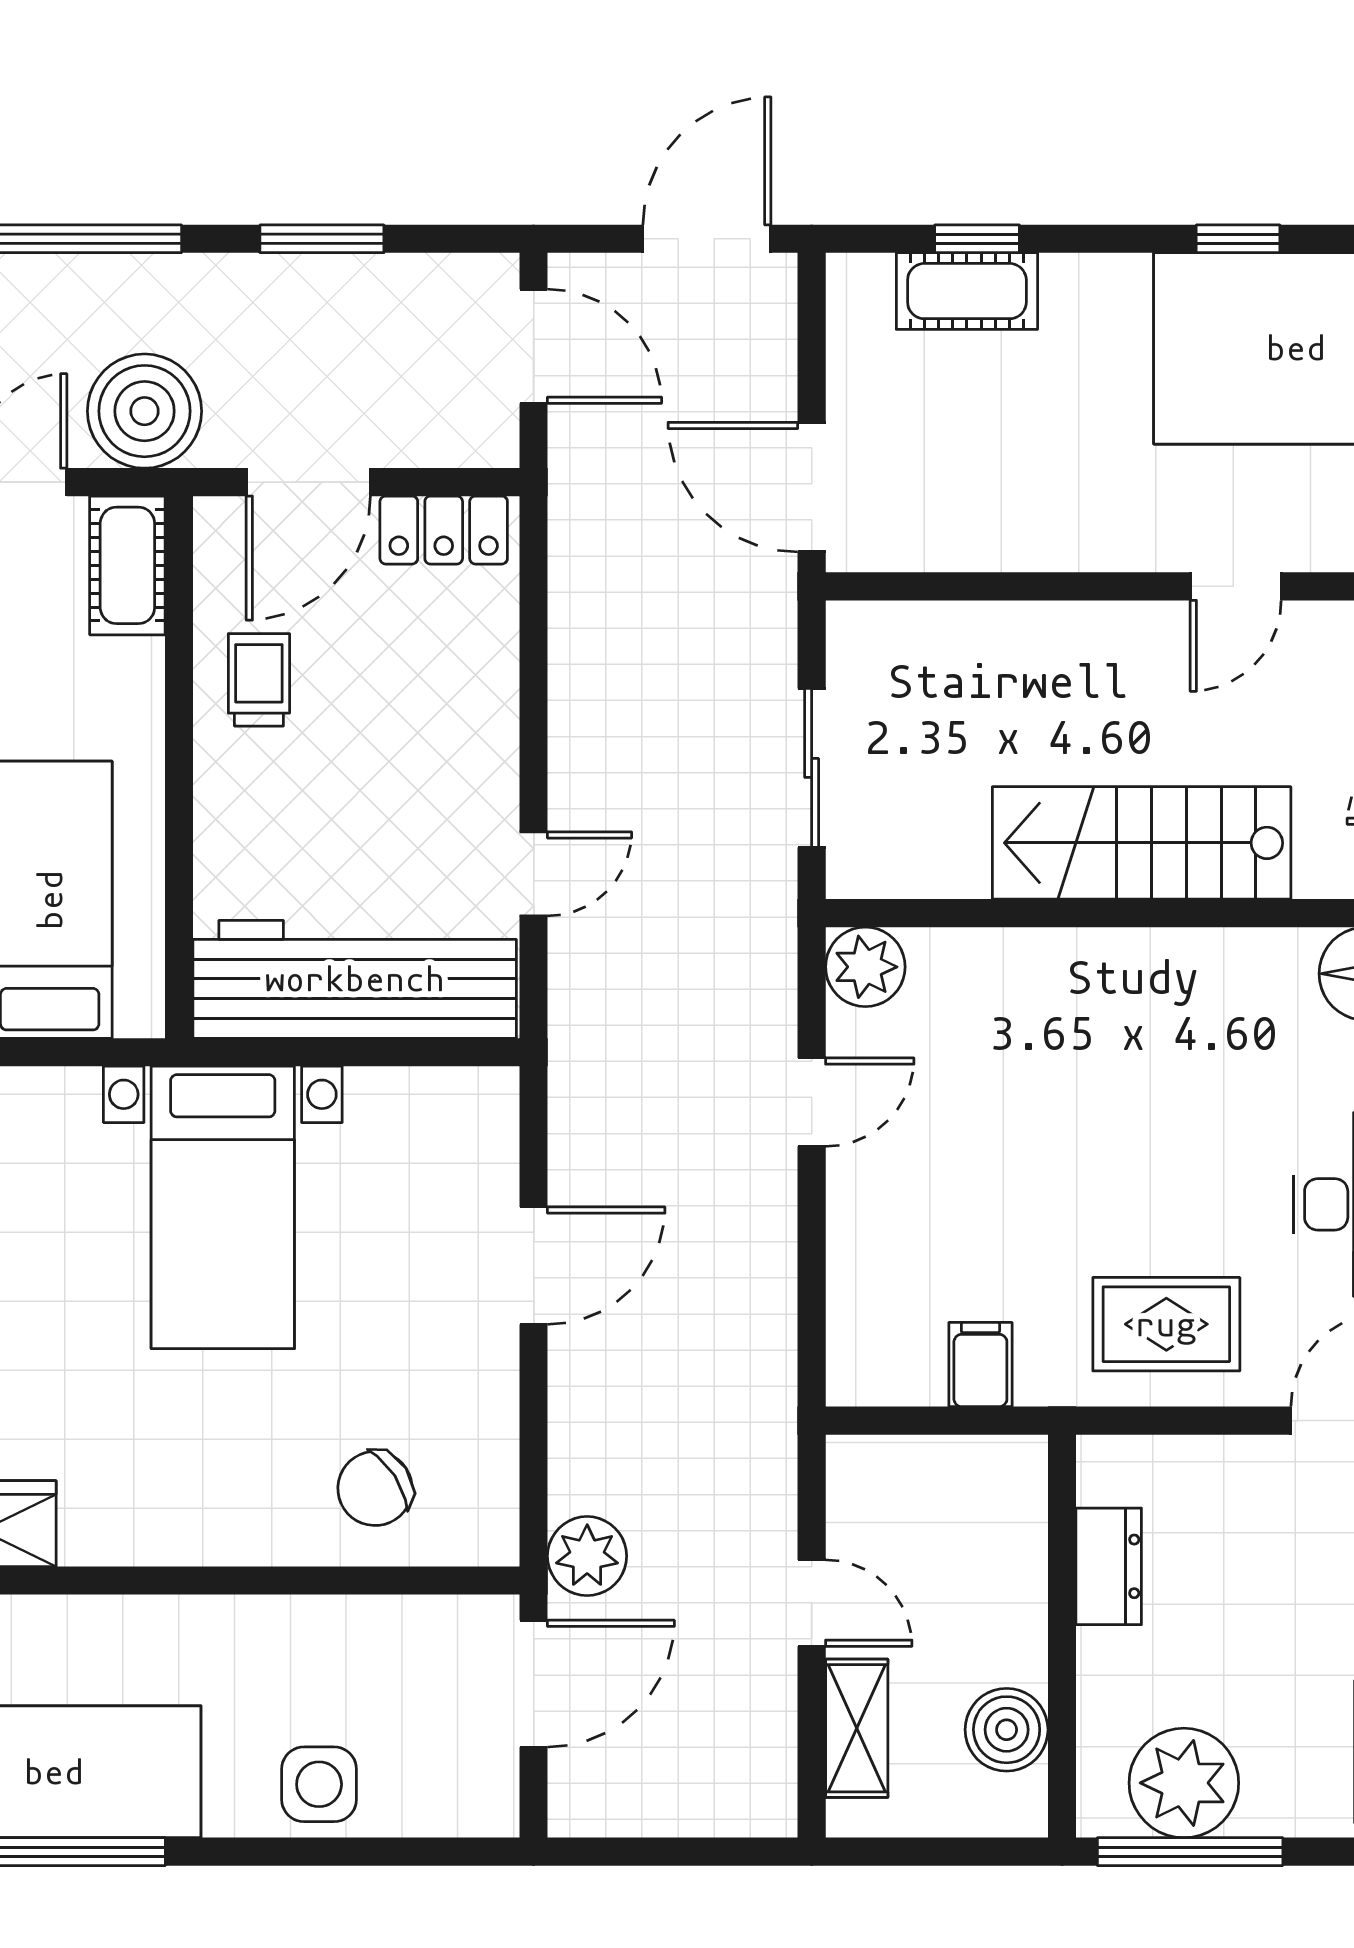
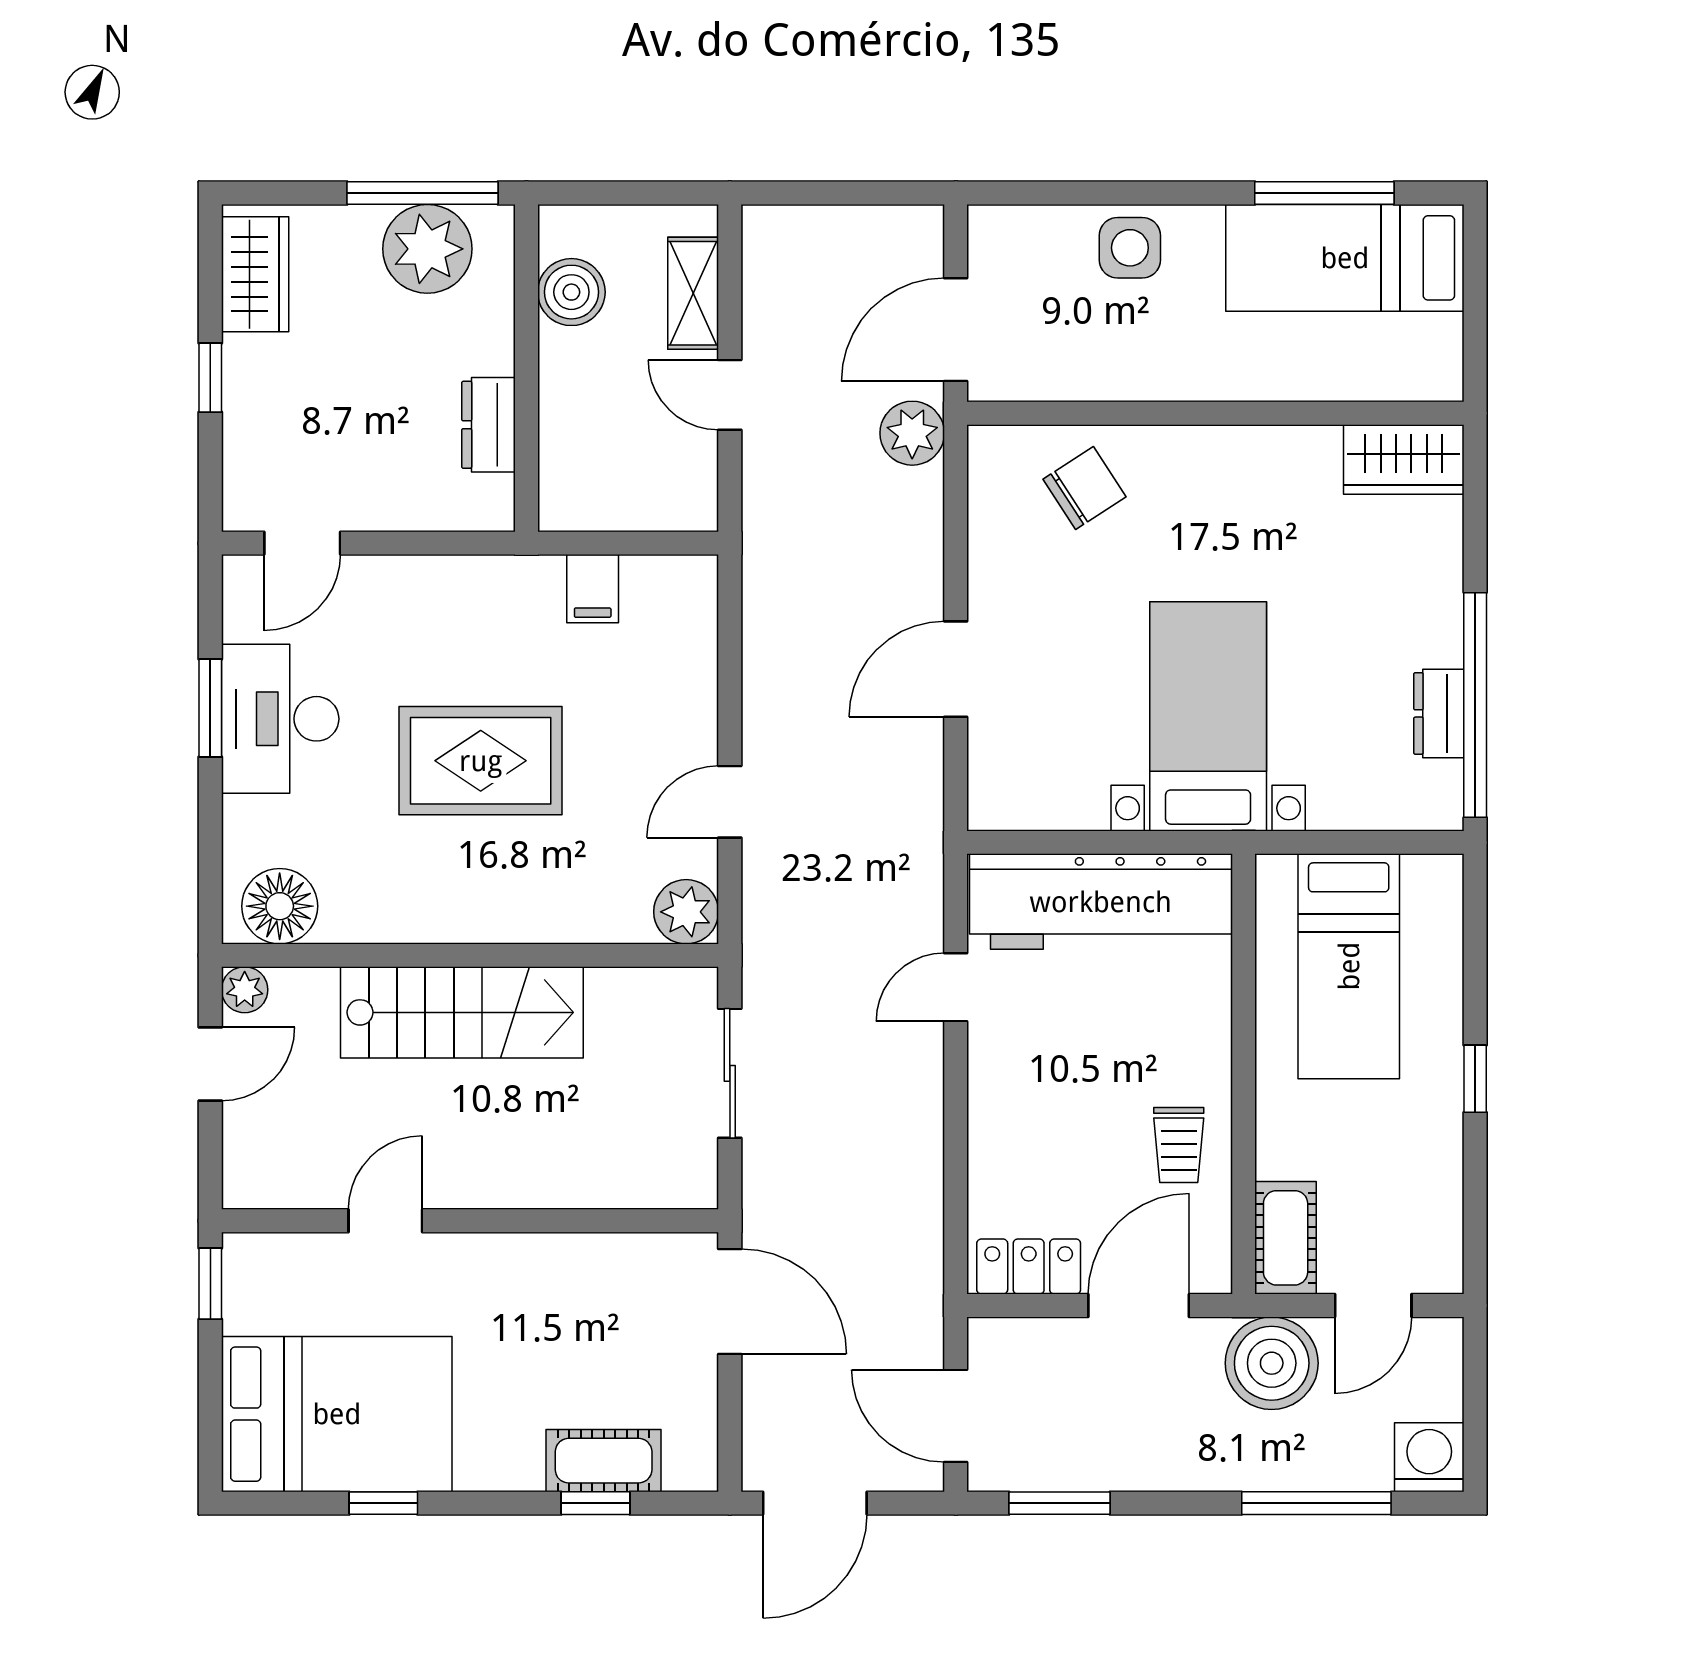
window: (322, 239) -> (1059, 1503), moved
rug: (1166, 1324) -> (481, 761), moved, width x1.36, depth x1.43

